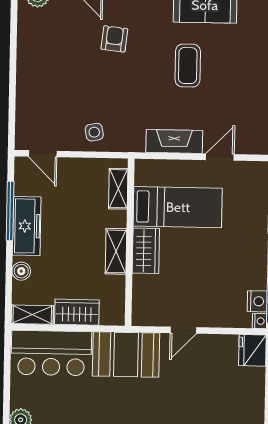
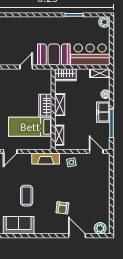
fireplace: (174, 141) -> (46, 159), moved
freezer: (27, 226) -> (103, 112), width x0.71
wardrobe: (77, 312) -> (65, 75), moved

